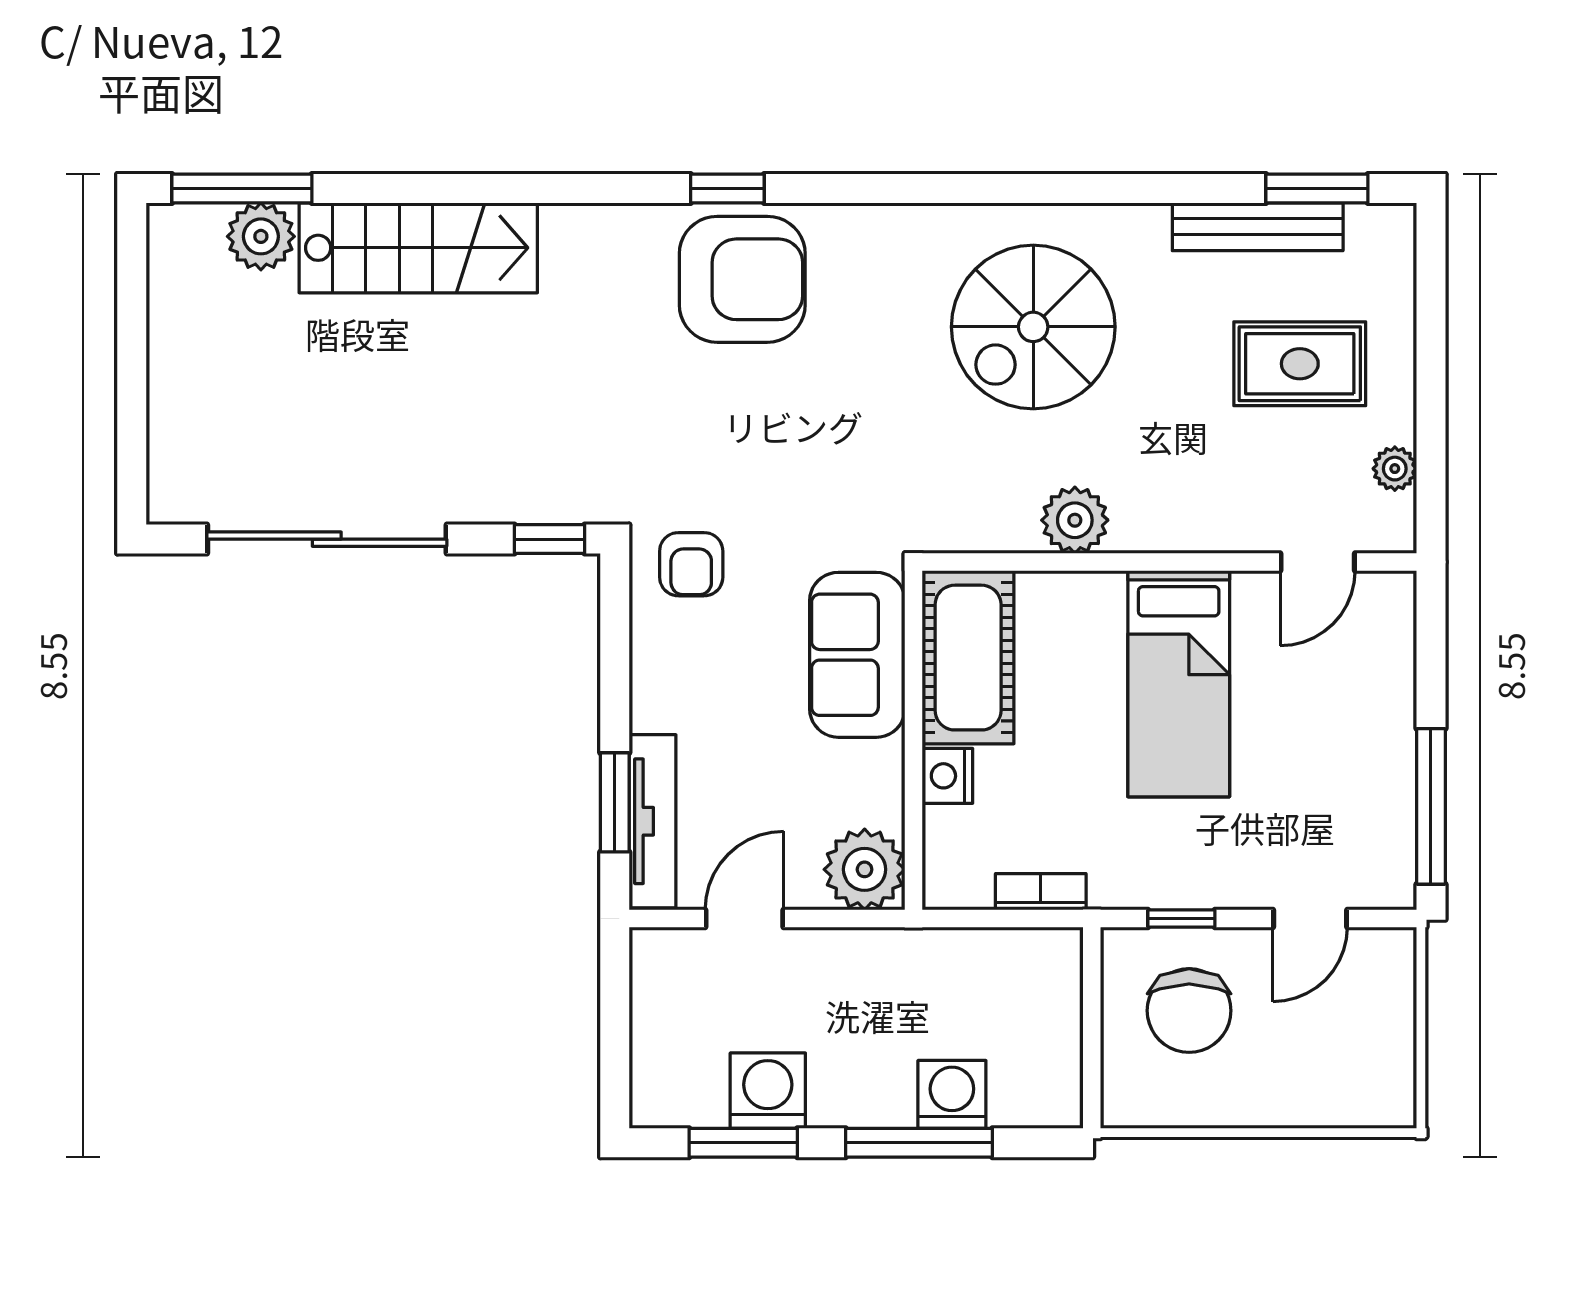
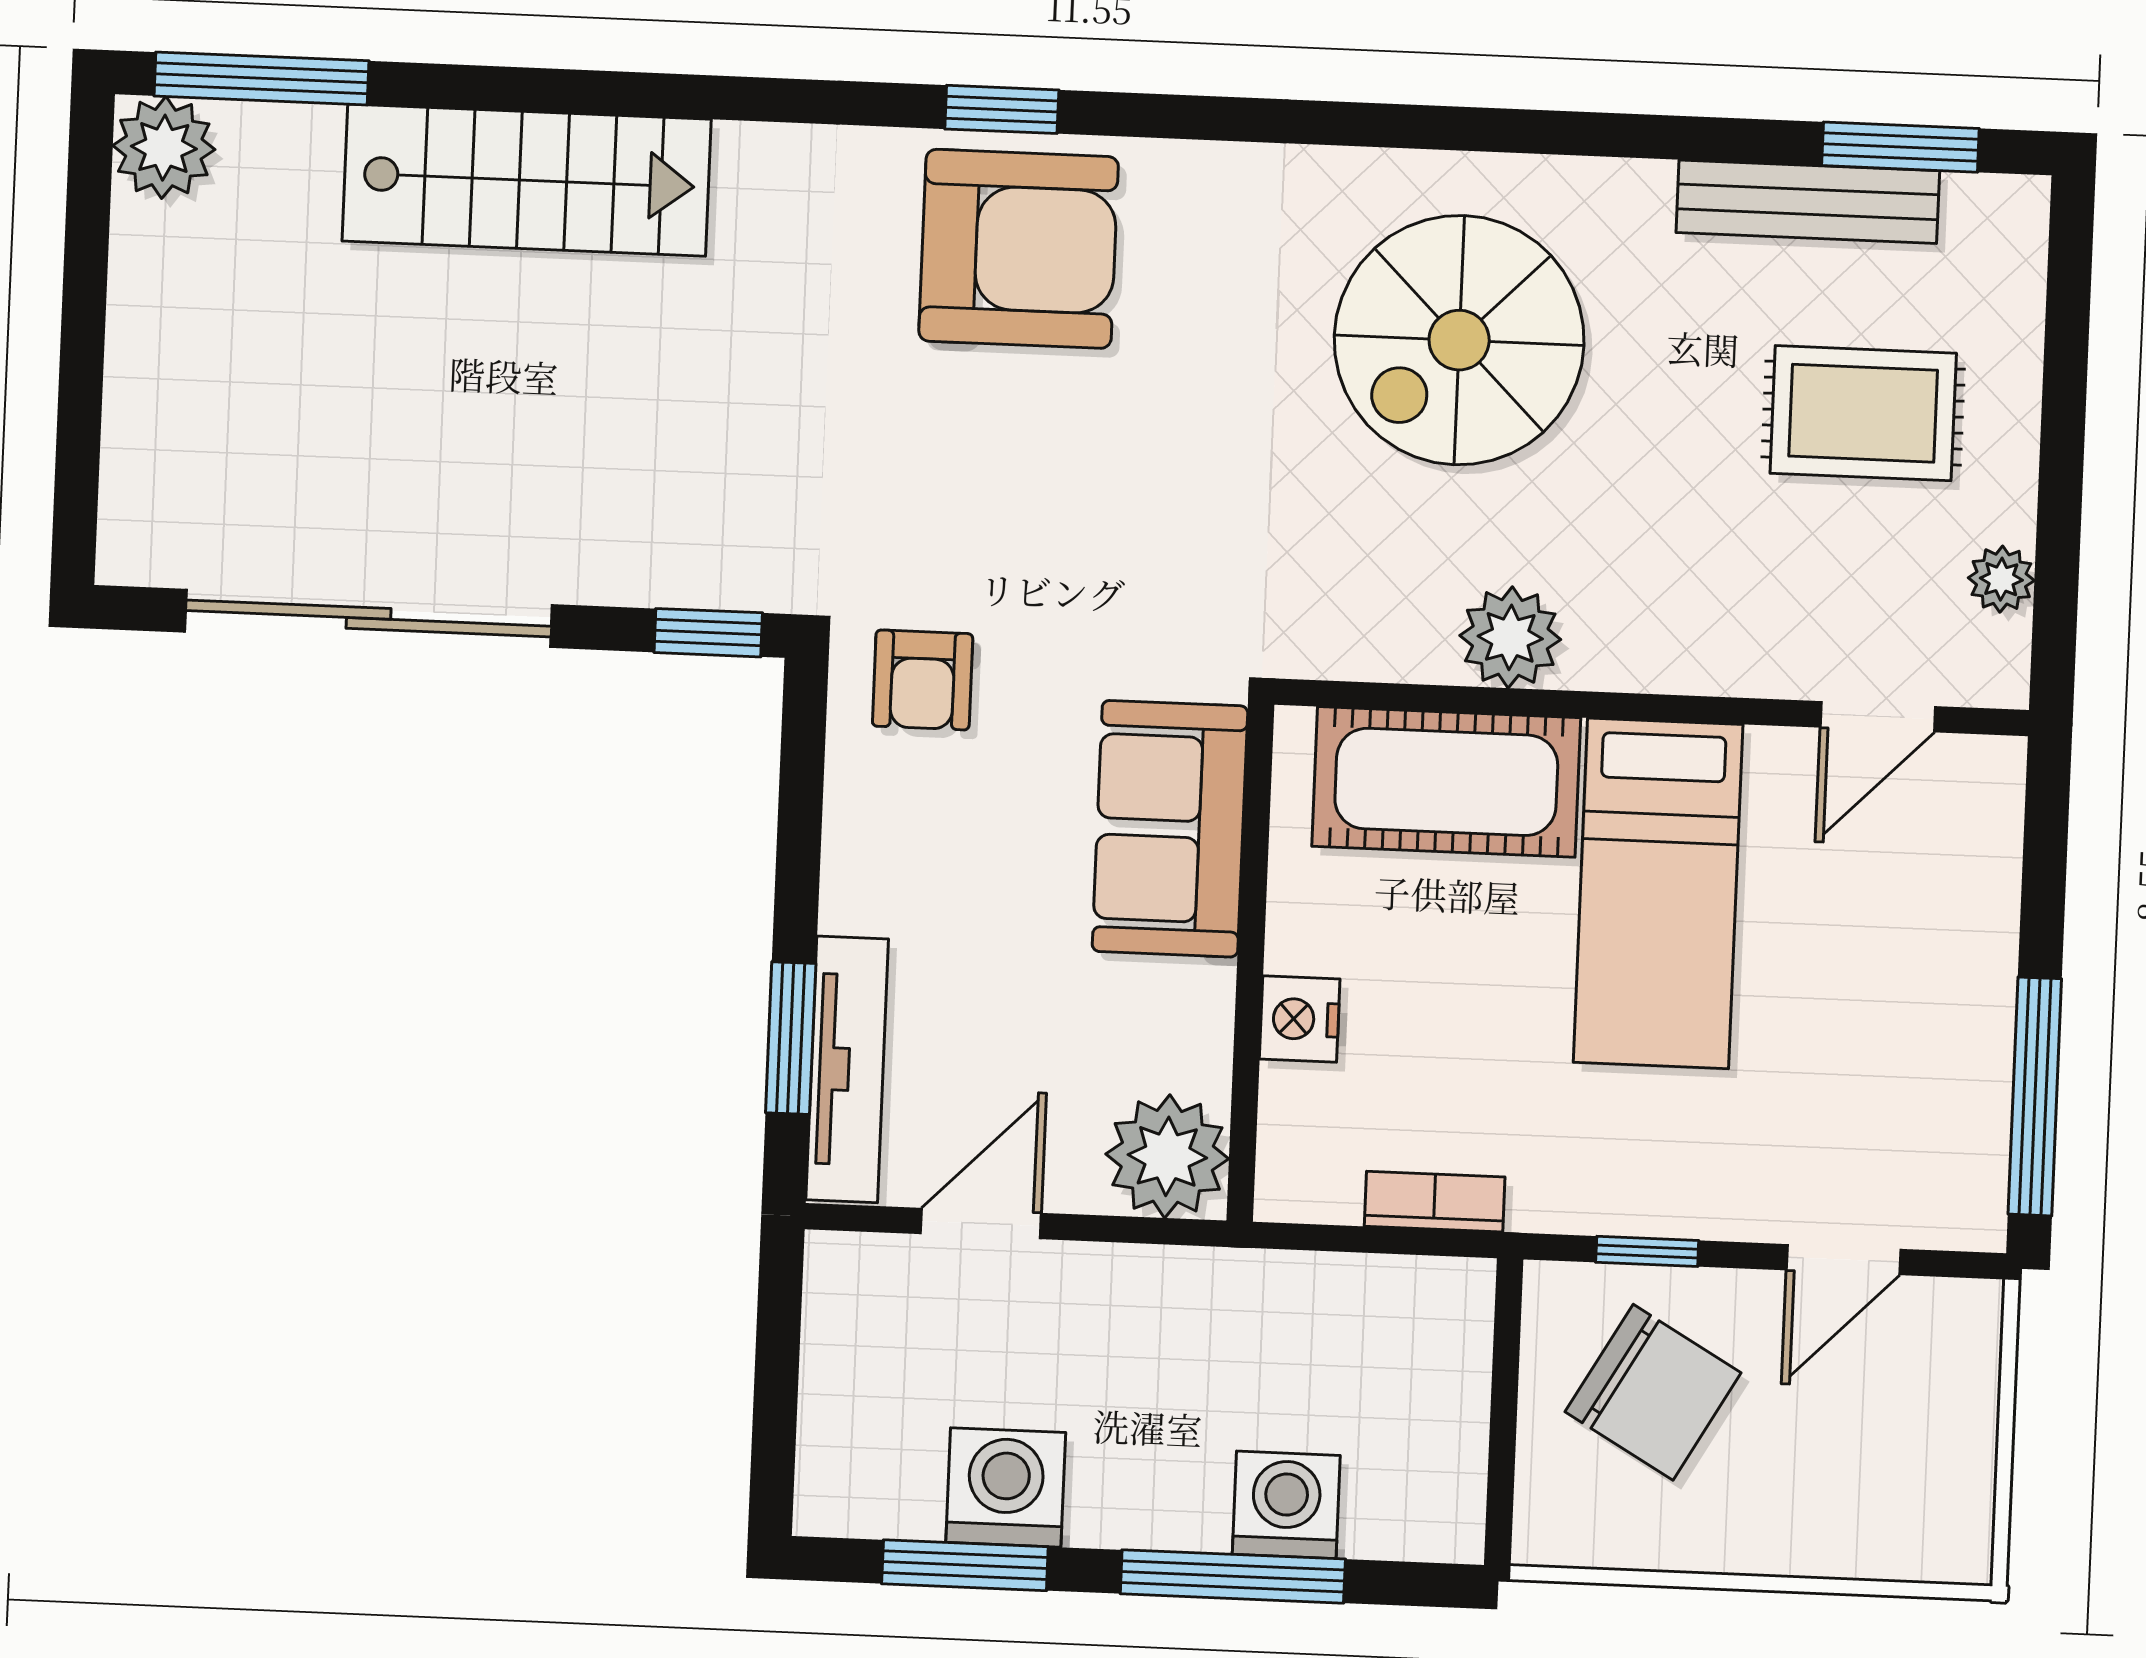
plant: (261, 236) -> (164, 148), moved
cot: (968, 658) -> (1446, 782), moved, turned 90
chair: (1189, 1011) -> (1653, 1392), turned -60

